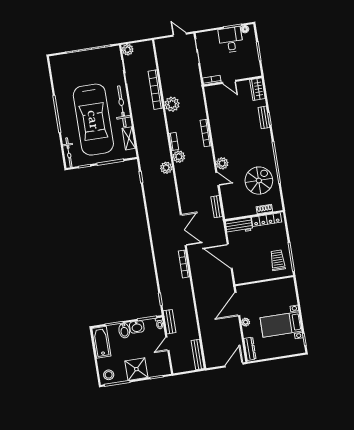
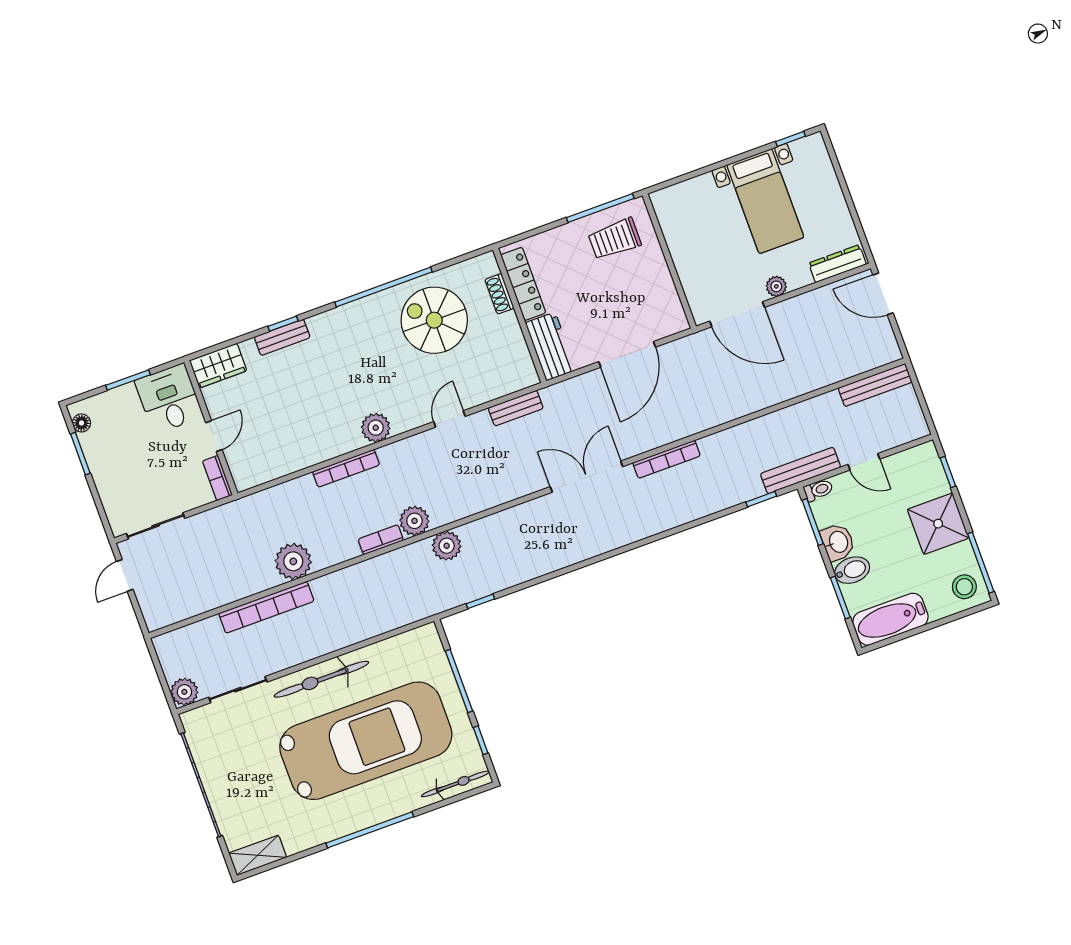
desk: (231, 40) -> (169, 399), moved, turned 90
shelving: (129, 138) -> (258, 855), moved
plant: (222, 163) -> (376, 428), moved
bench: (170, 322) -> (801, 471), width x1.36

